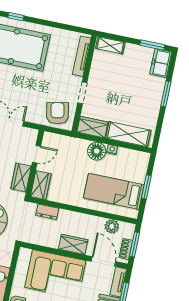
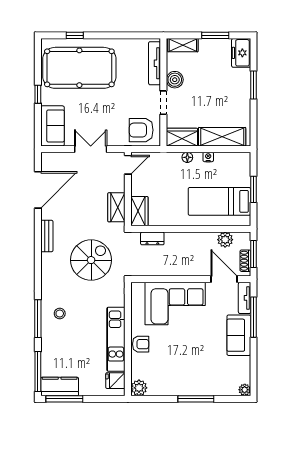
window: (152, 45) -> (215, 35), moved
boiler: (97, 75) -> (175, 80), added
armchair: (57, 113) -> (141, 130), turned -79
floor lamp: (97, 151) -> (187, 157), width x0.53, depth x0.53
door: (37, 154) -> (128, 165), moved
wardrobe: (73, 244) -> (188, 268), removed

